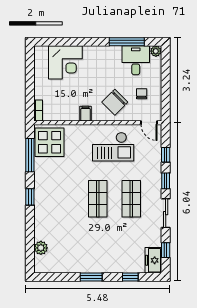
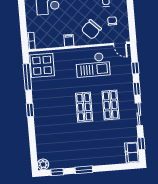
plant: (41, 248) -> (43, 164), moved
window: (130, 277) -> (57, 172), moved

